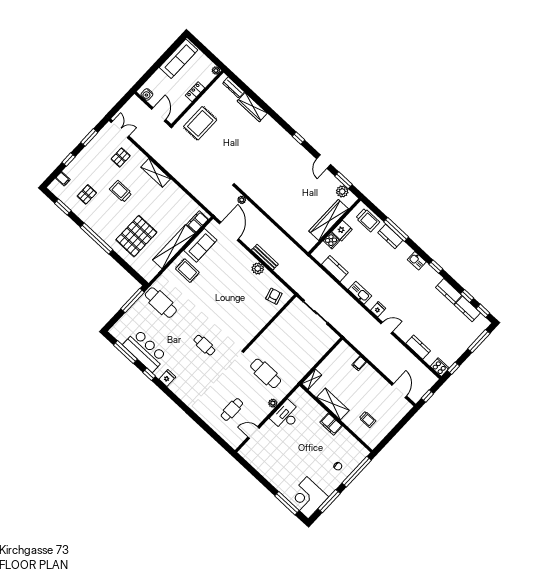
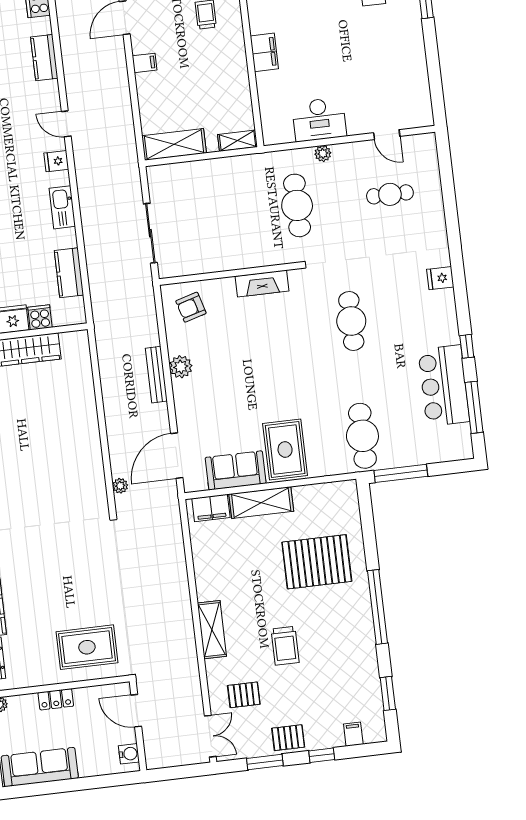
door: (159, 114) -> (136, 711), hinge flipped
double door: (120, 129) -> (210, 736), swing flipped
pallet: (87, 194) -> (288, 738), moved
shelving: (174, 247) -> (261, 503), width x0.68
rug: (187, 271) -> (285, 450), width x1.36, depth x1.43
fireplace: (253, 330) -> (262, 284), added
cafe table: (204, 345) -> (351, 321), width x1.37, depth x1.35
filing cabinet: (359, 363) -> (145, 63), moved
fridge: (167, 378) -> (440, 278), moved
shelving: (333, 404) -> (174, 144), moved, turned 90

